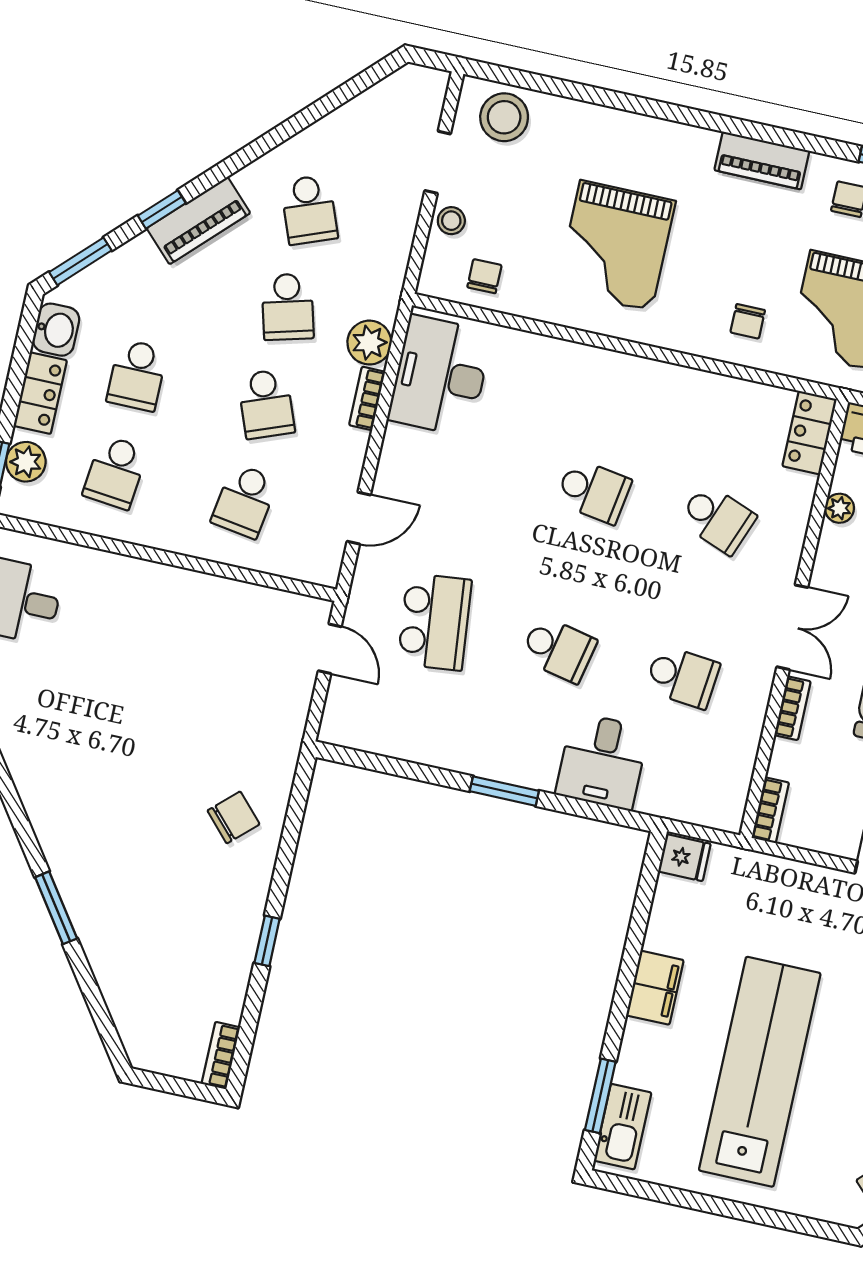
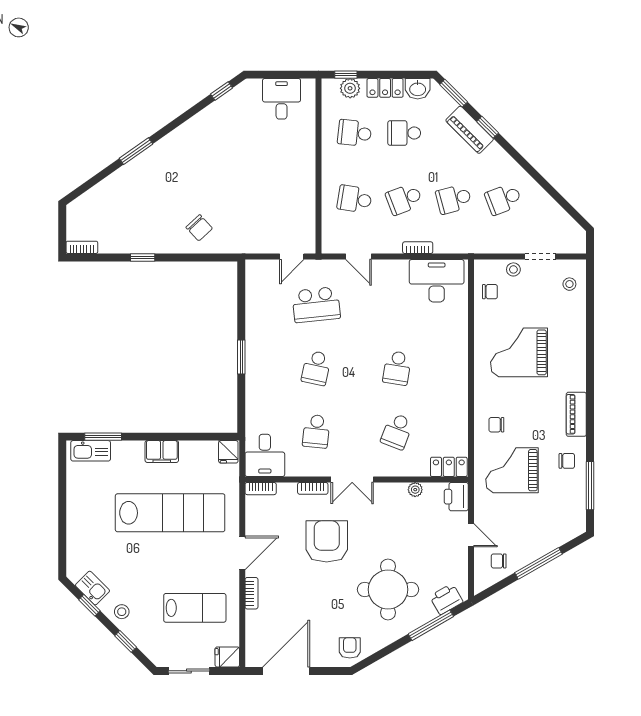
stool: (504, 117) -> (569, 284), width x0.53, depth x0.53
piano: (198, 221) -> (470, 130), moved
plant: (369, 343) -> (445, 243), removed
desk: (602, 761) -> (265, 455), moved, turned -90
lab bench: (760, 1072) -> (170, 513), moved

